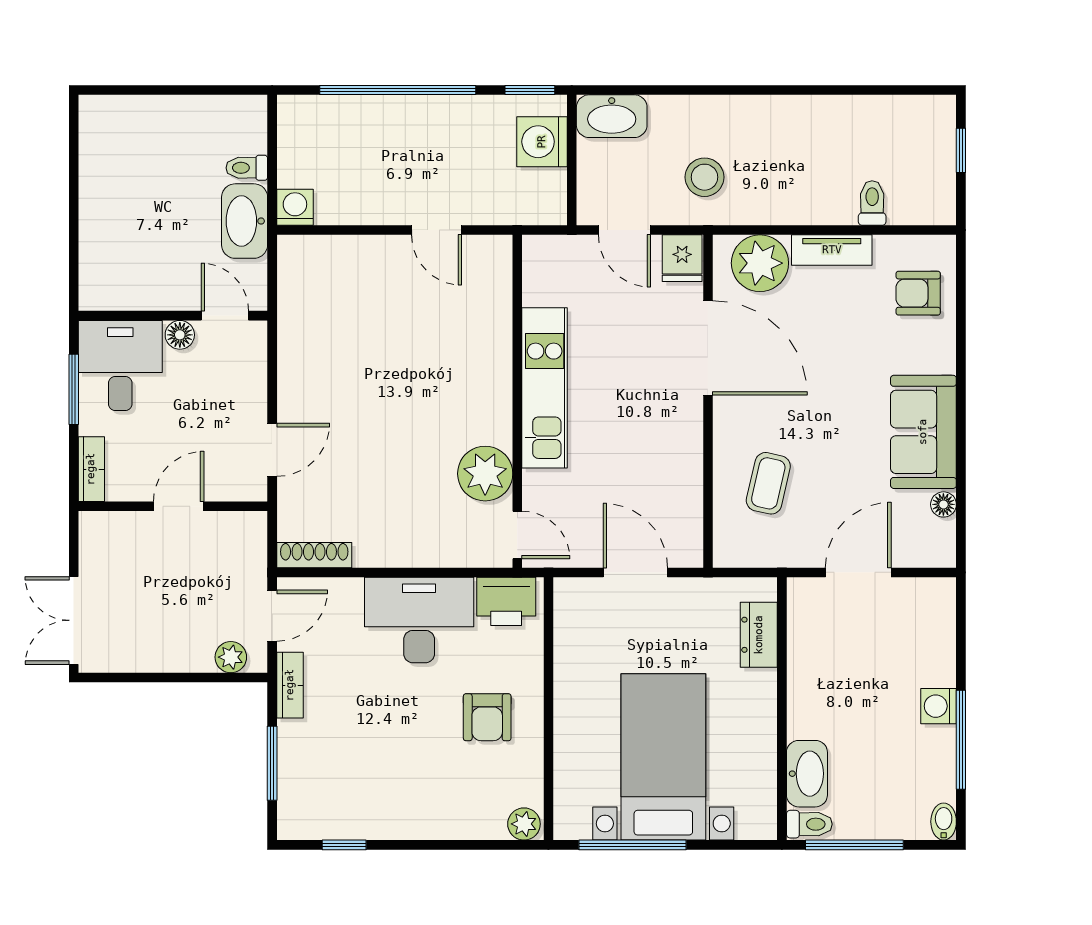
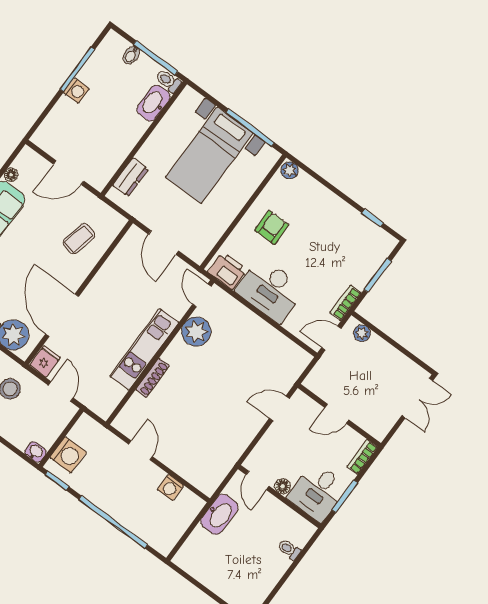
washbasin: (612, 116) -> (35, 452), width x0.52, depth x0.69
toilet: (247, 168) -> (289, 549), moved, turned 180
washing machine: (295, 207) -> (171, 487), moved
shoe rack: (314, 555) -> (153, 378), moved, turned -90
bidet: (944, 822) -> (131, 55), moved

